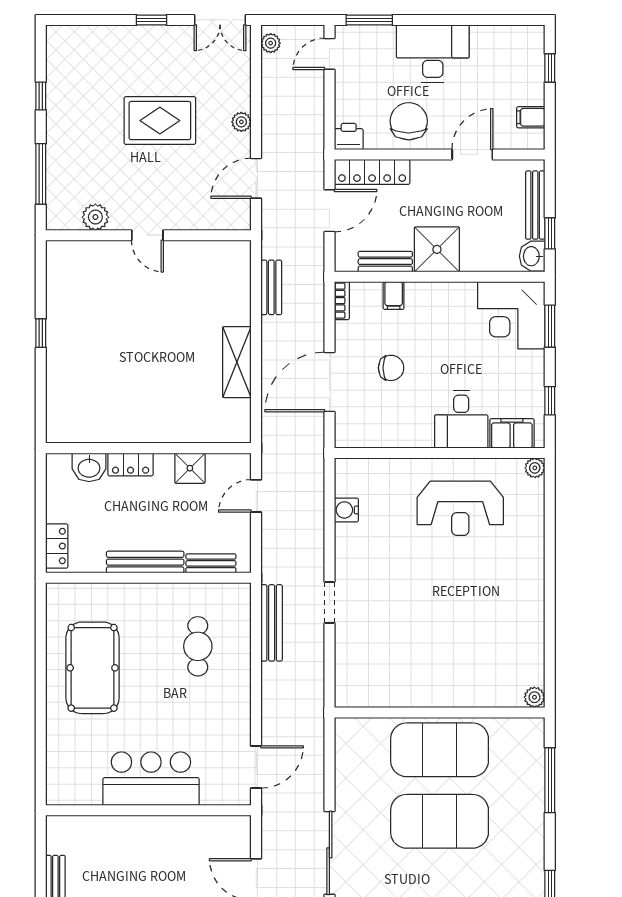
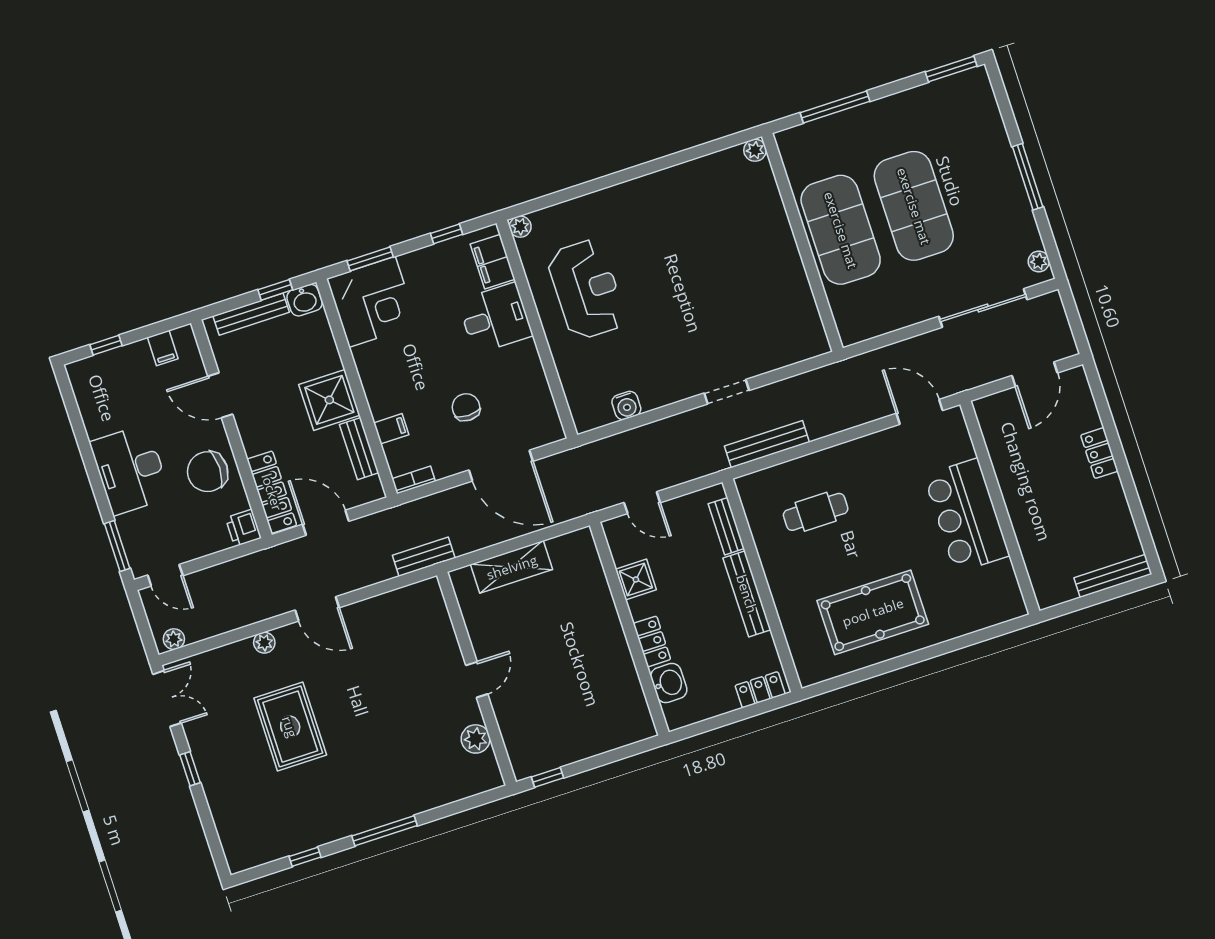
plant: (95, 217) -> (476, 739), moved
door: (147, 235) -> (477, 680), moved
wall: (148, 235) -> (476, 679), moved

